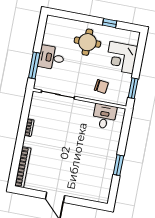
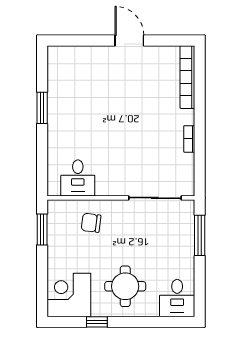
corner desk: (121, 57) -> (69, 295), moved, turned -90
desk: (51, 58) -> (177, 298), moved, turned 90

